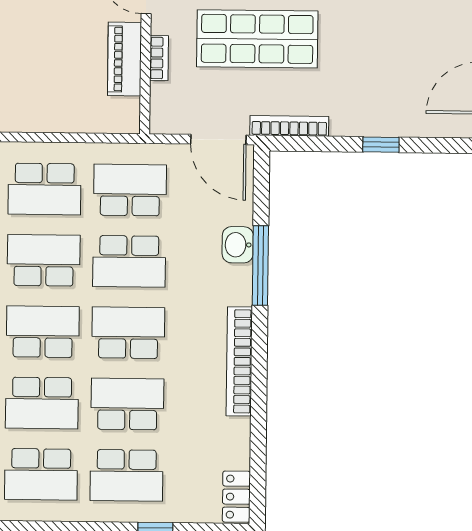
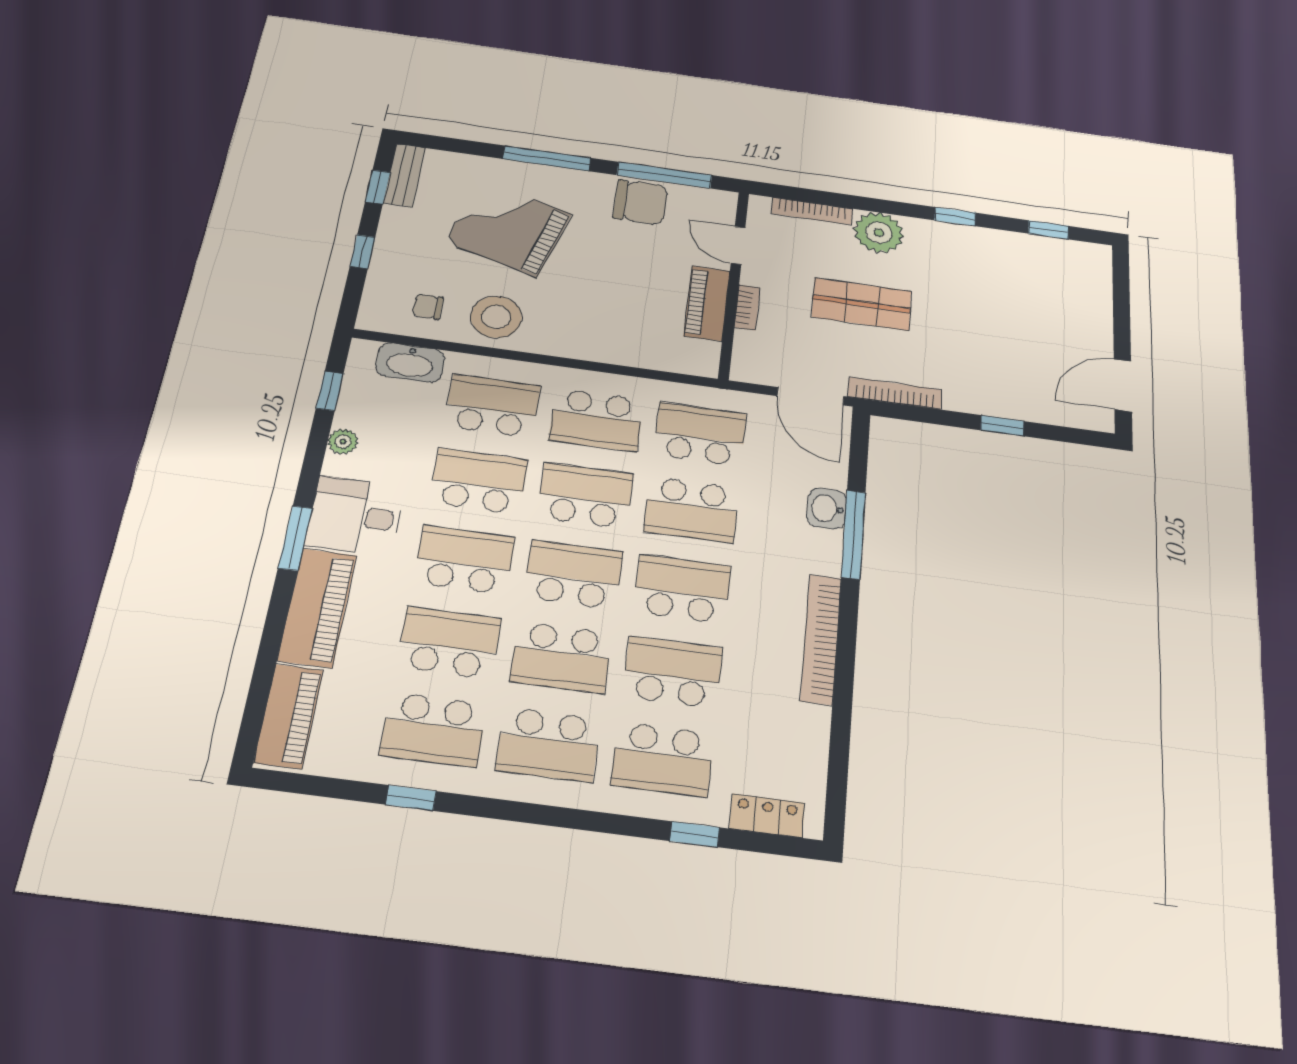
shop shelf: (257, 39) -> (862, 304), width x0.70, depth x0.74
locker: (236, 497) -> (767, 816), moved, turned 90

